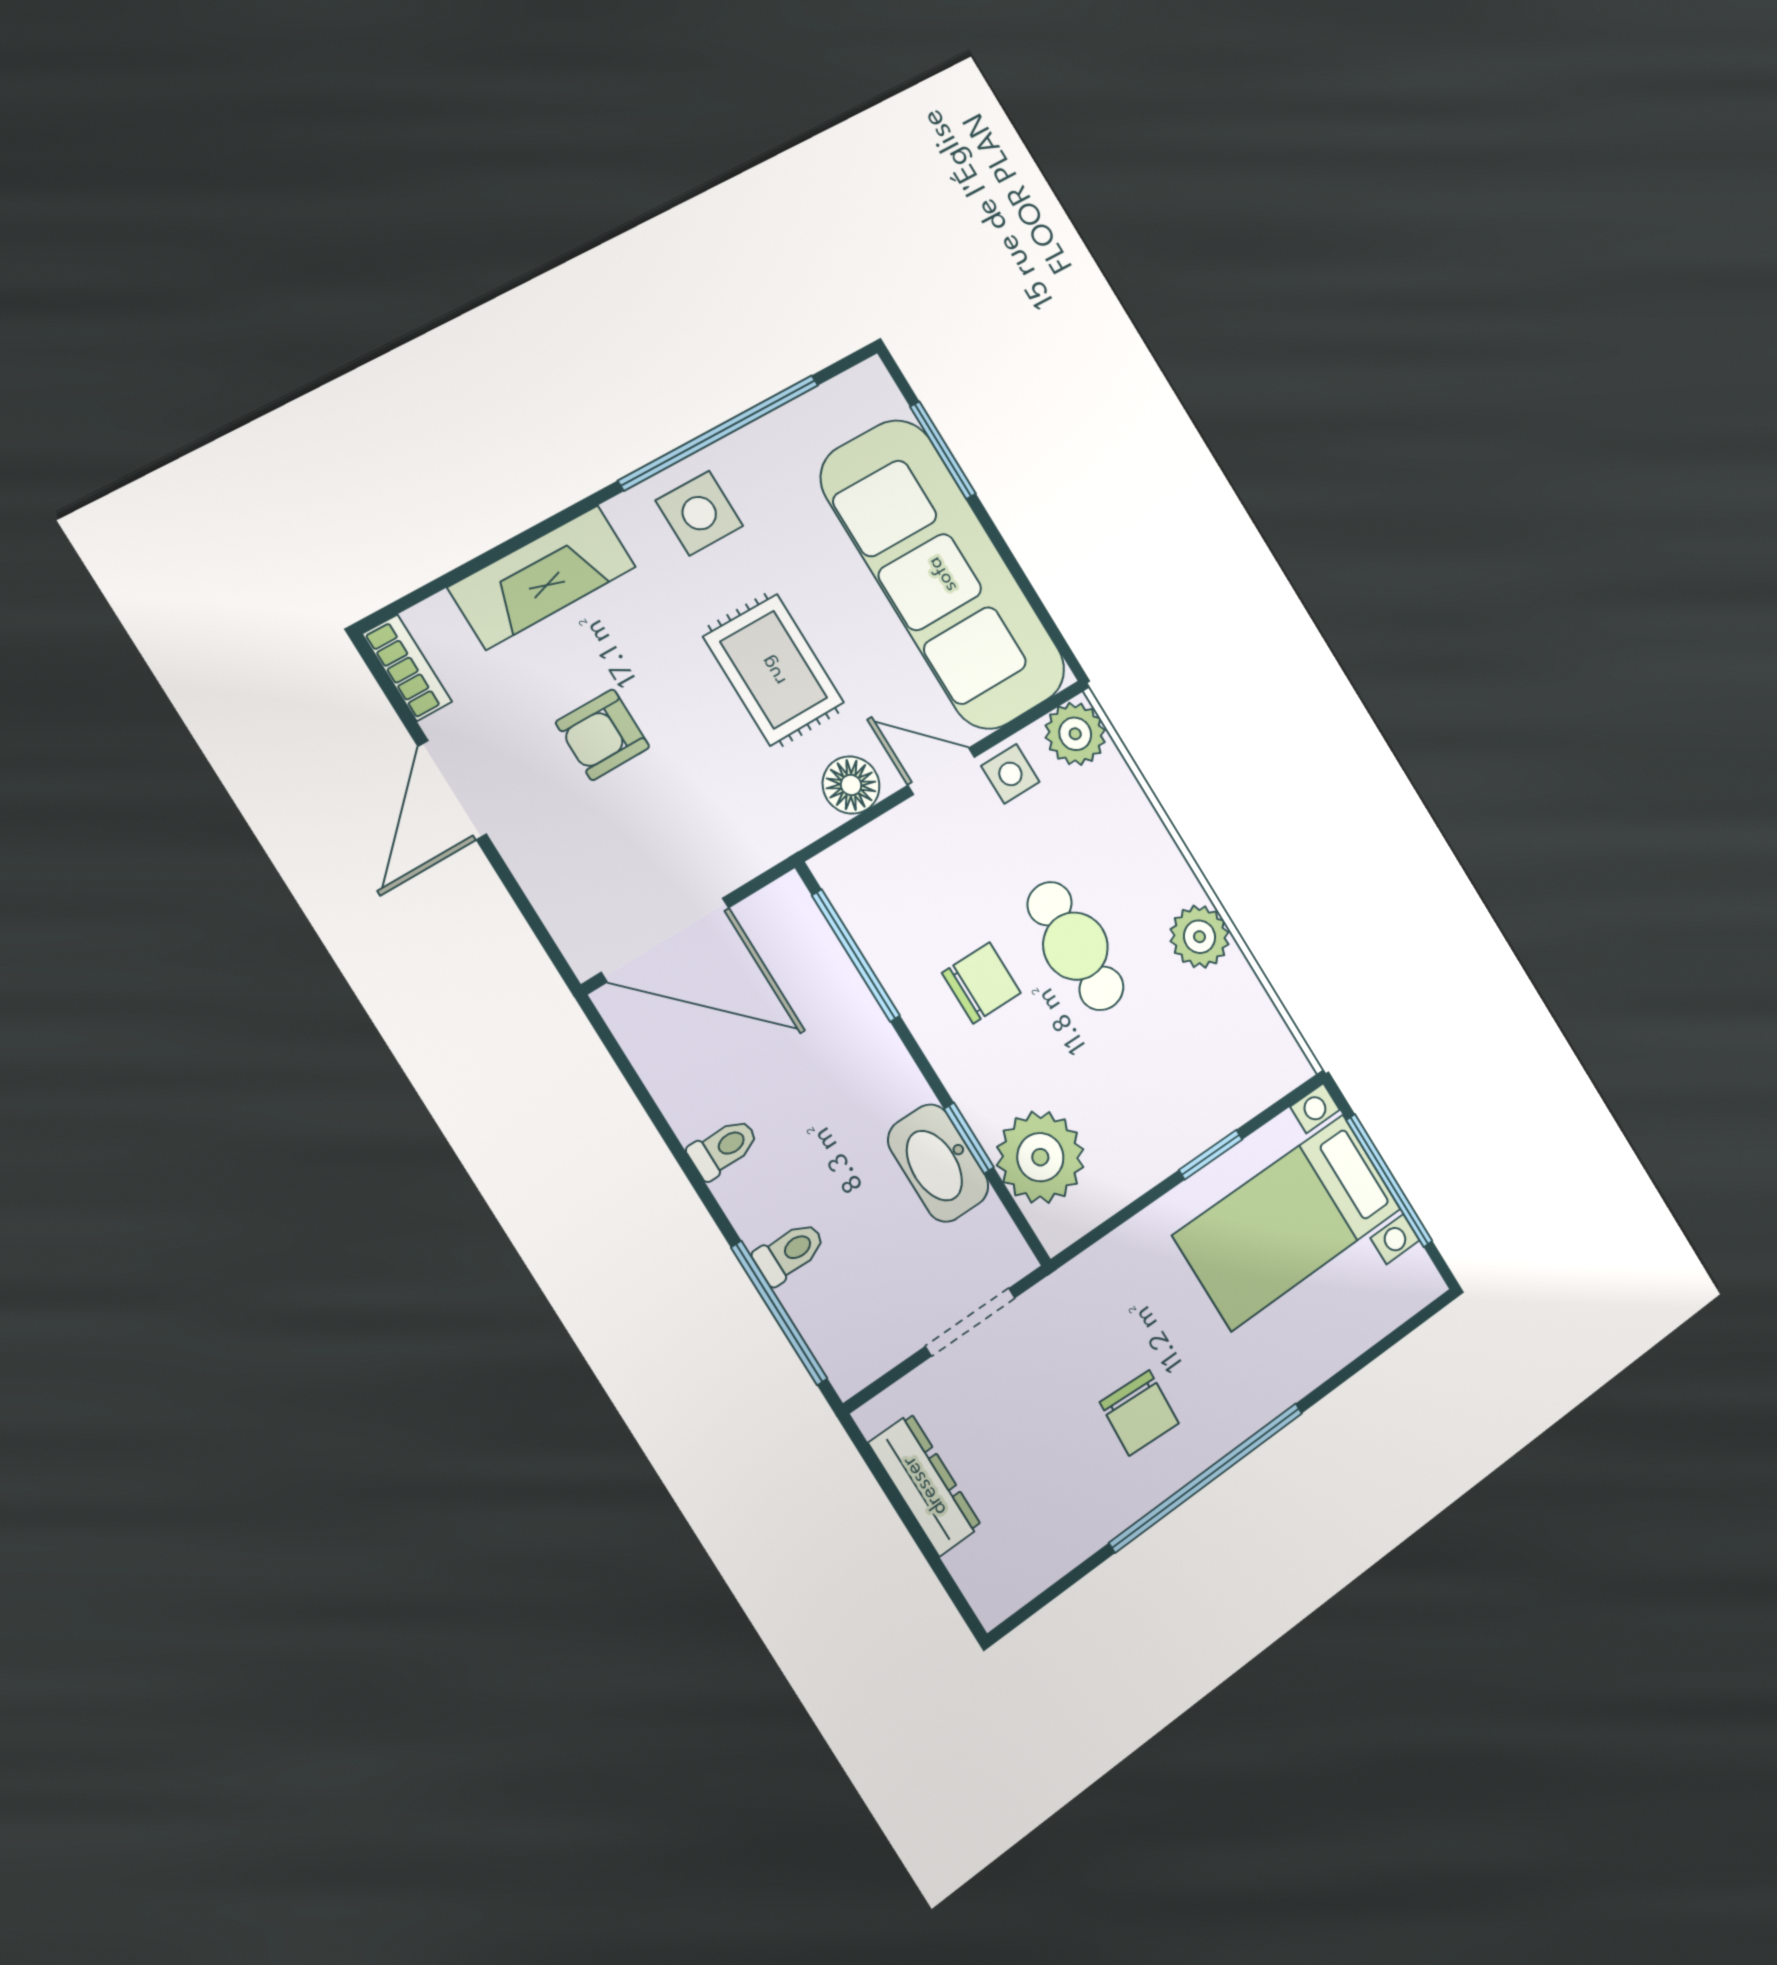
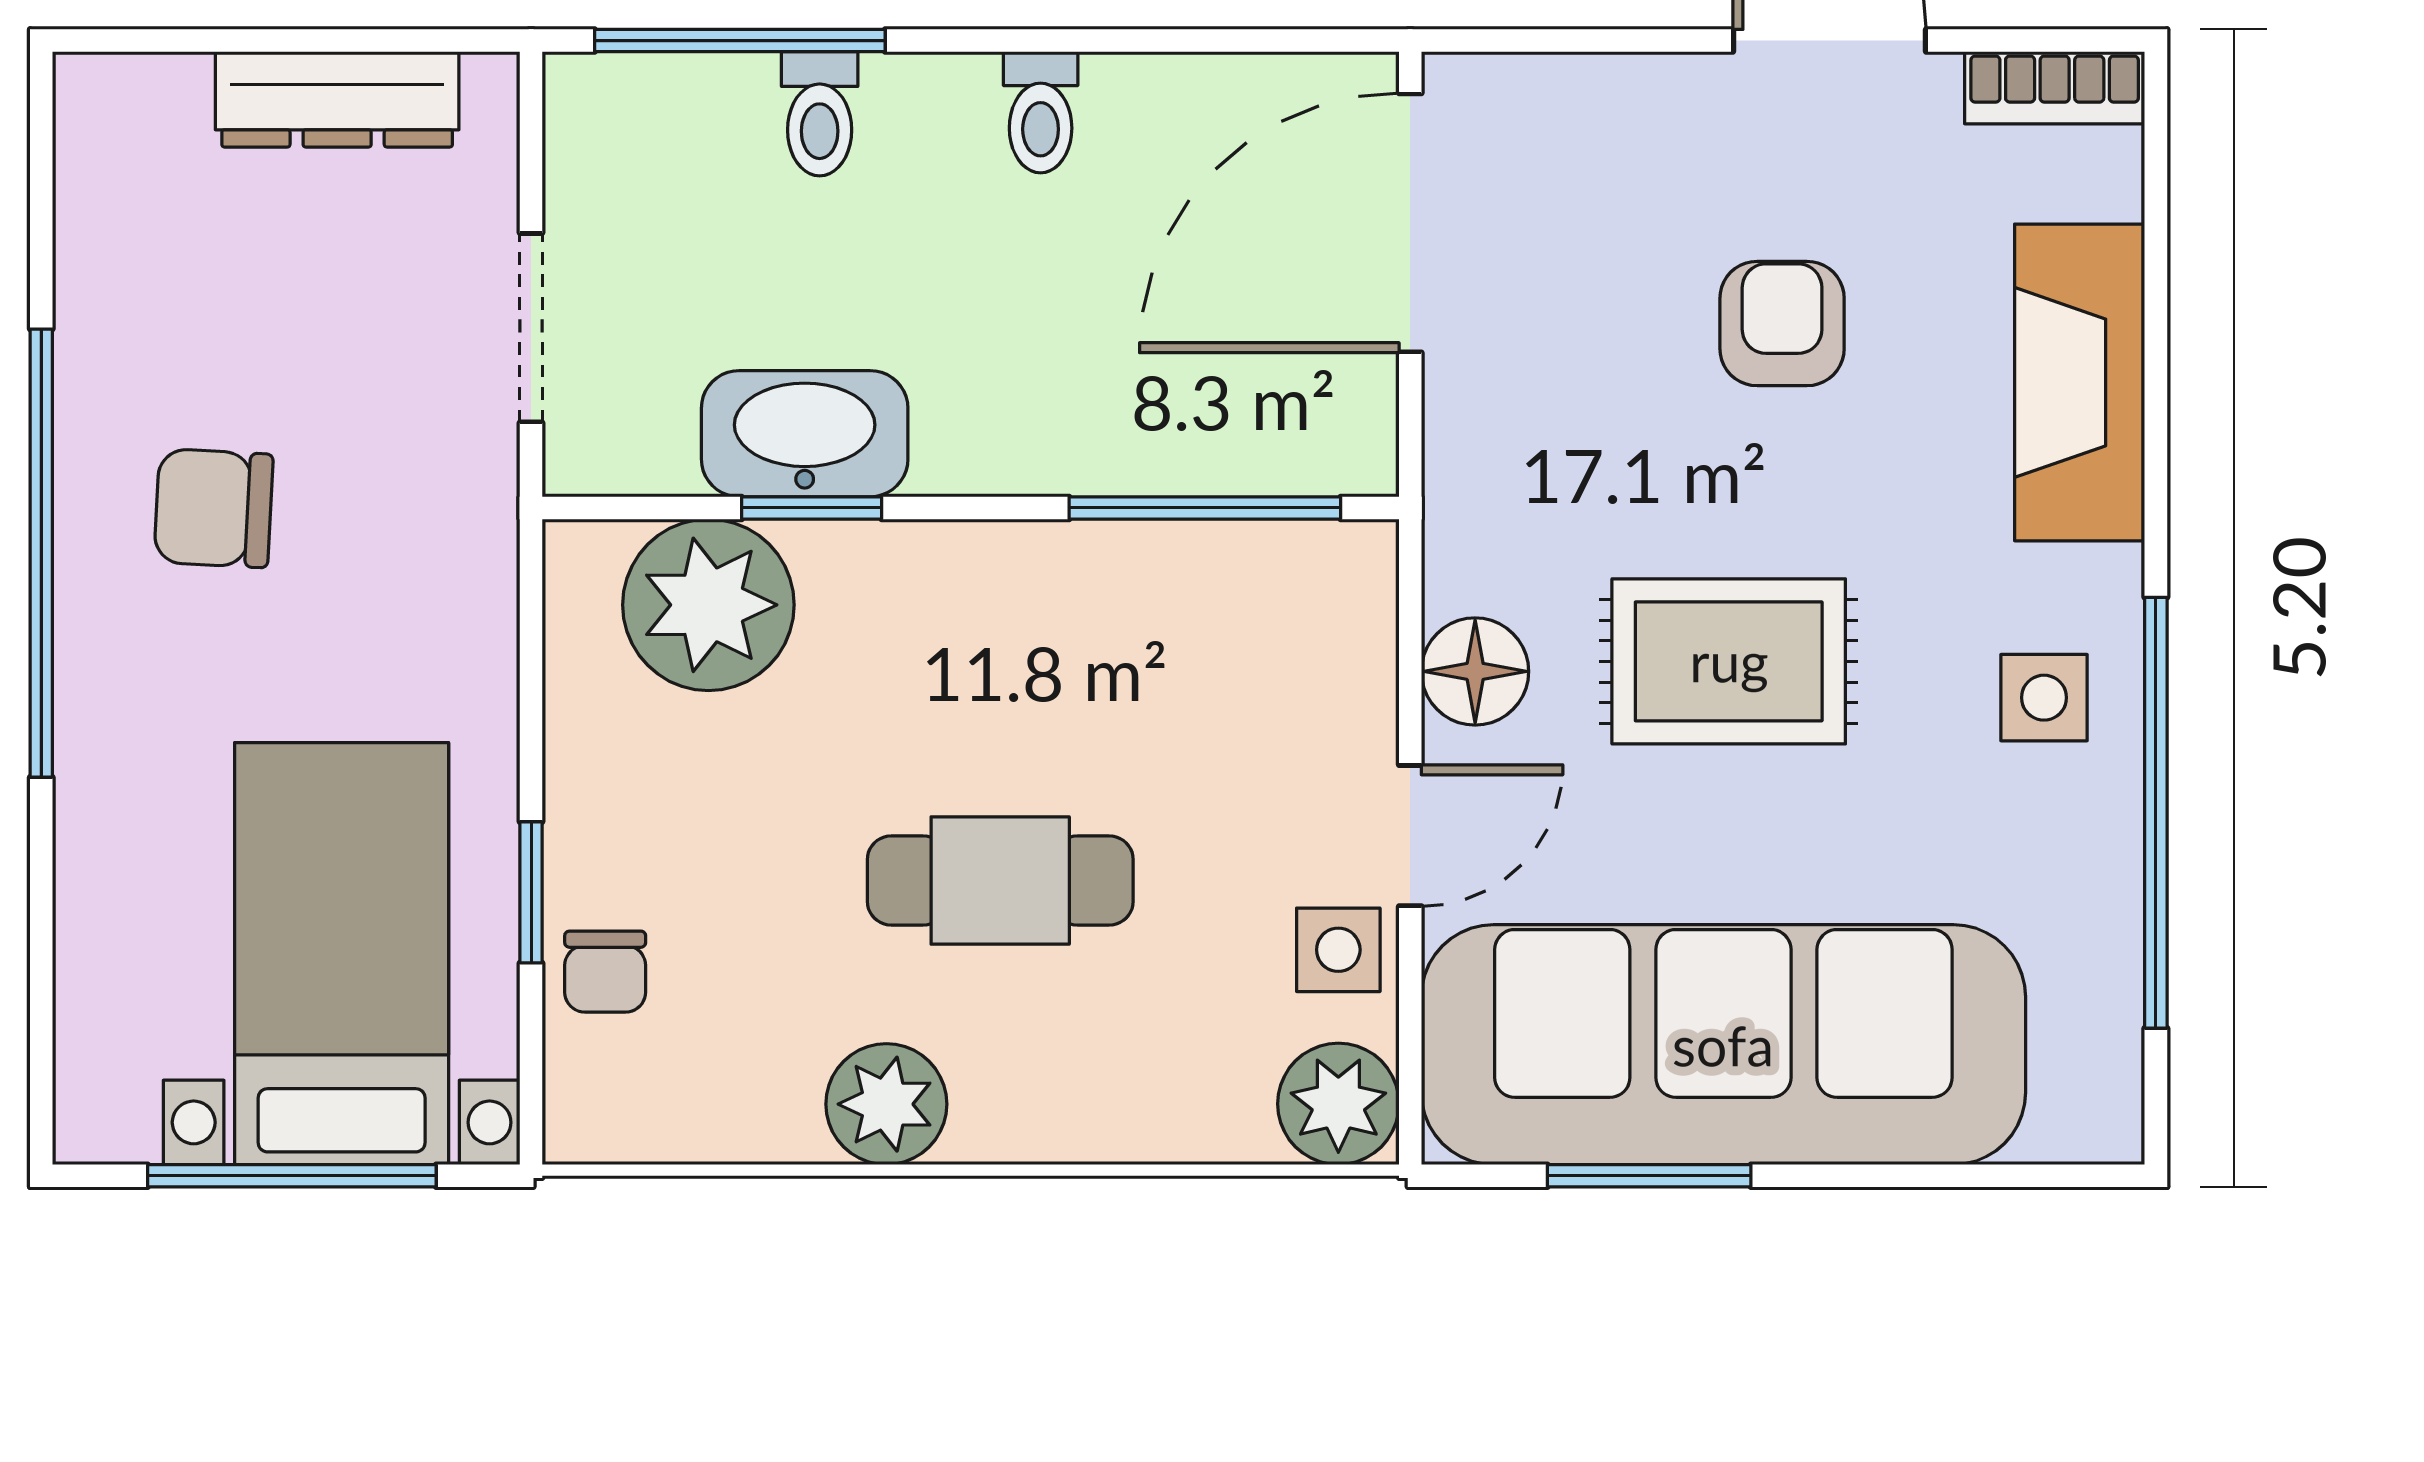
window: (943, 450) -> (1649, 1176), moved
side table: (699, 513) -> (2044, 698), width x0.73, depth x0.73
chair: (981, 983) -> (605, 972), moved, width x0.73, depth x0.73

